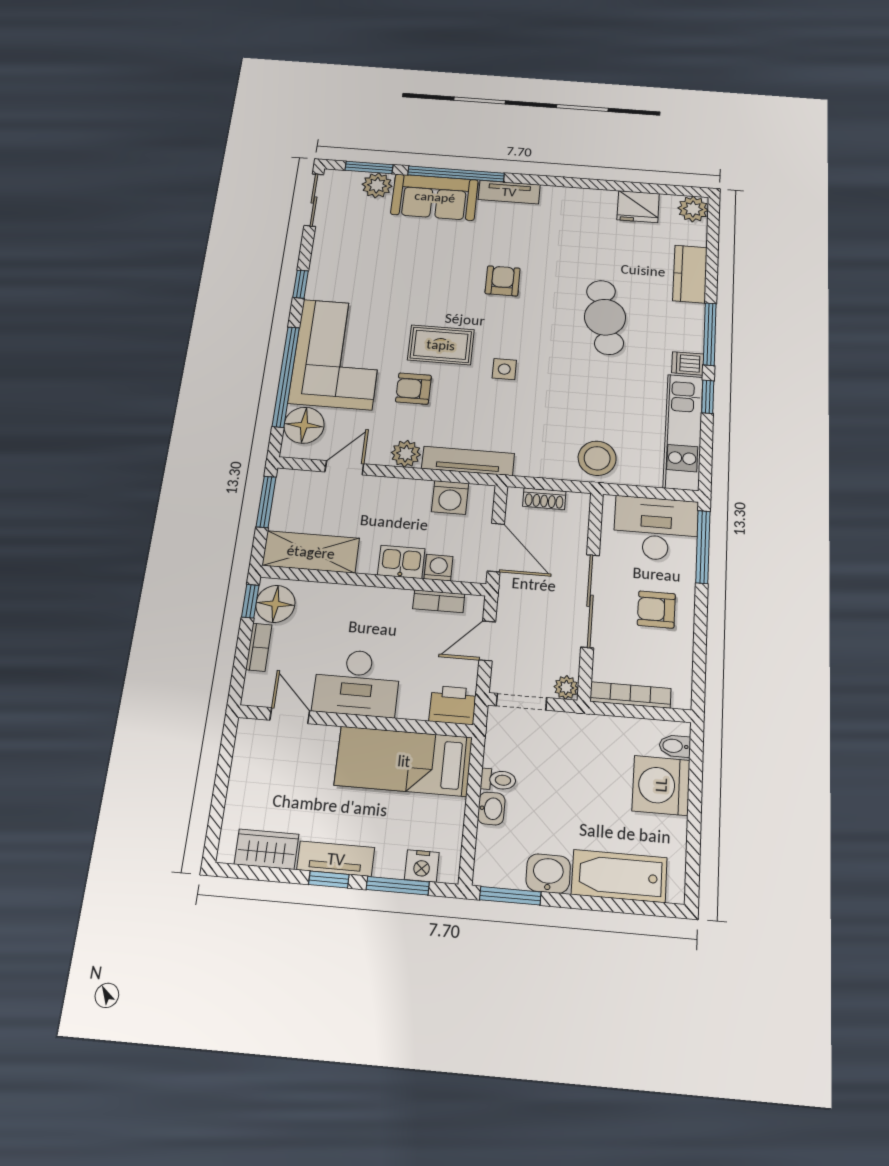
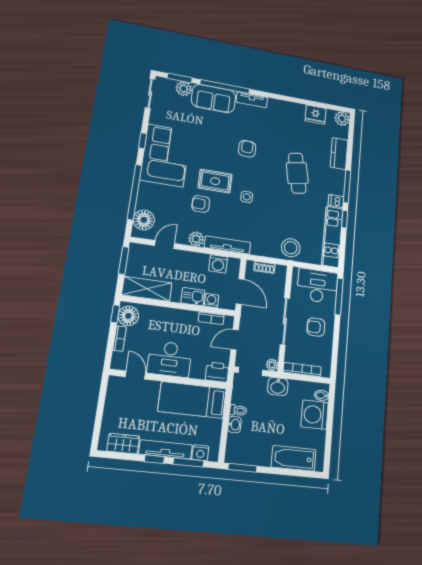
corner sofa: (337, 354) -> (166, 155), moved
tv unit: (336, 859) -> (166, 449), width x1.41
washbasin: (548, 873) -> (278, 386), moved, turned 180

